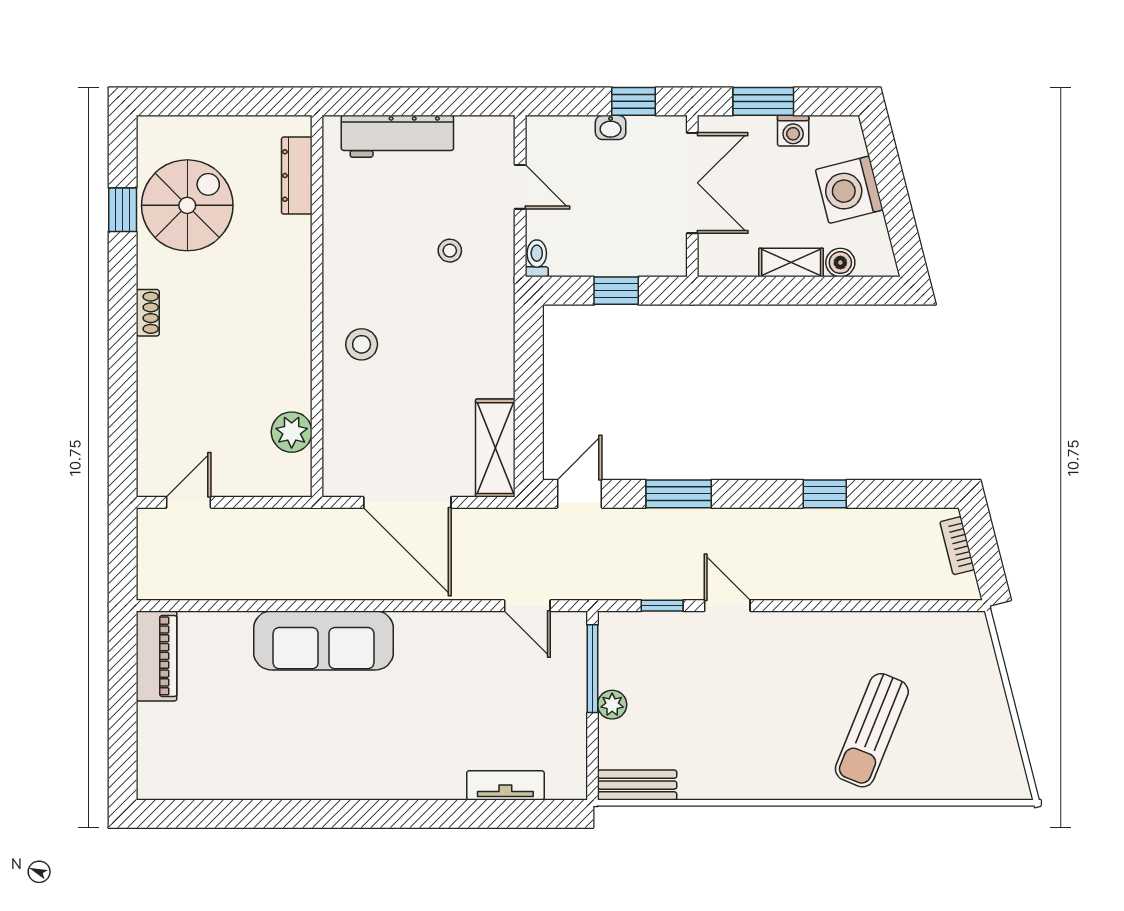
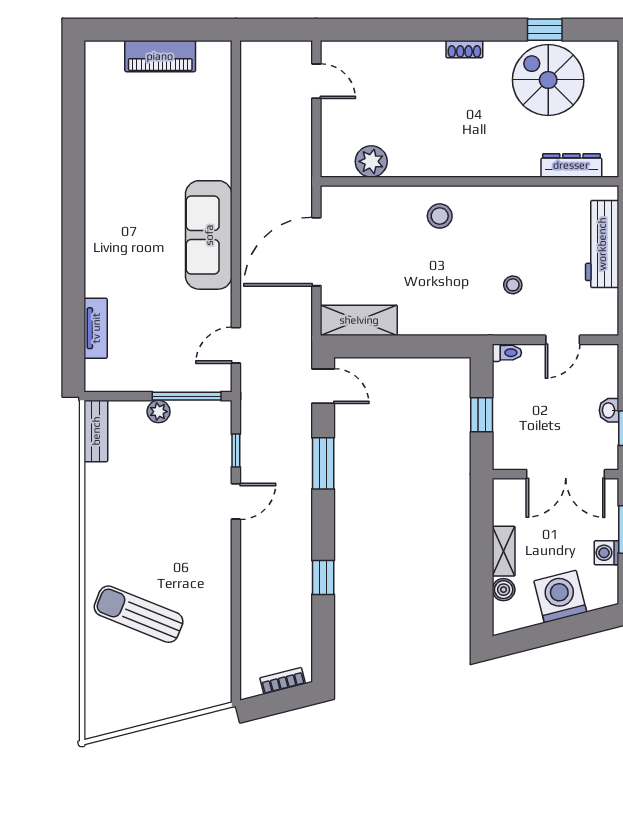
spiral stairs: (187, 205) -> (548, 80), turned 180
sofa: (324, 640) -> (209, 235), moved
piano: (157, 656) -> (160, 56), moved

